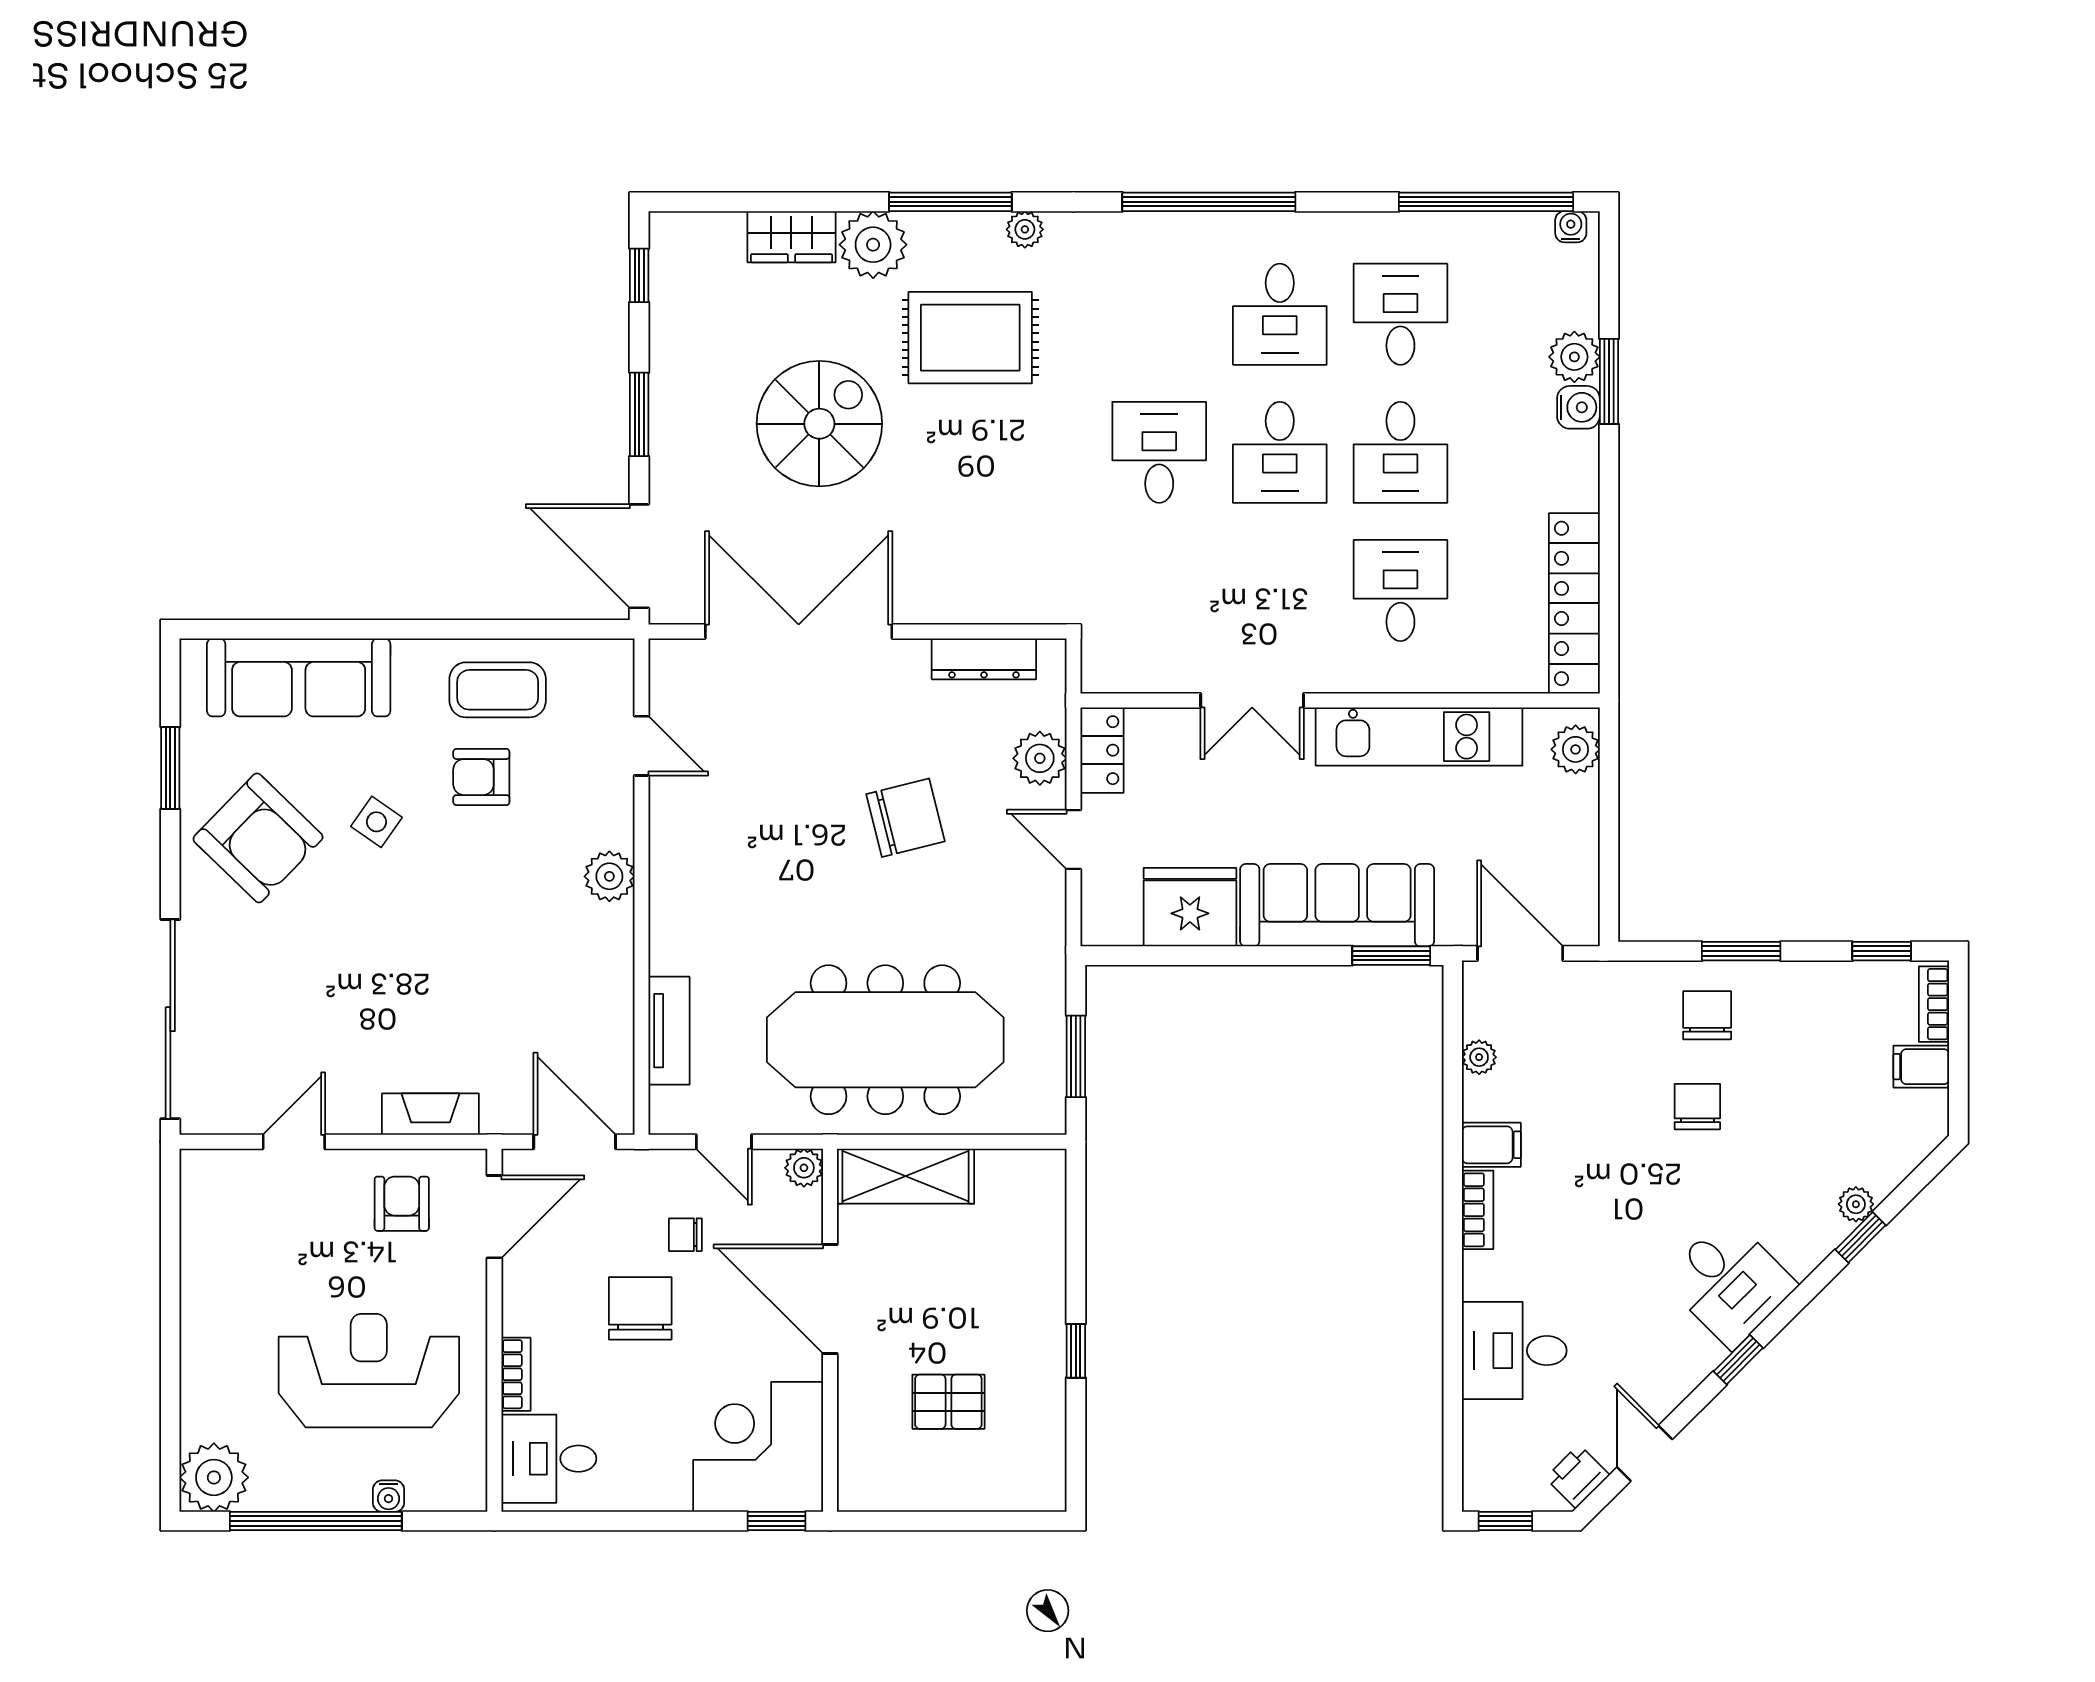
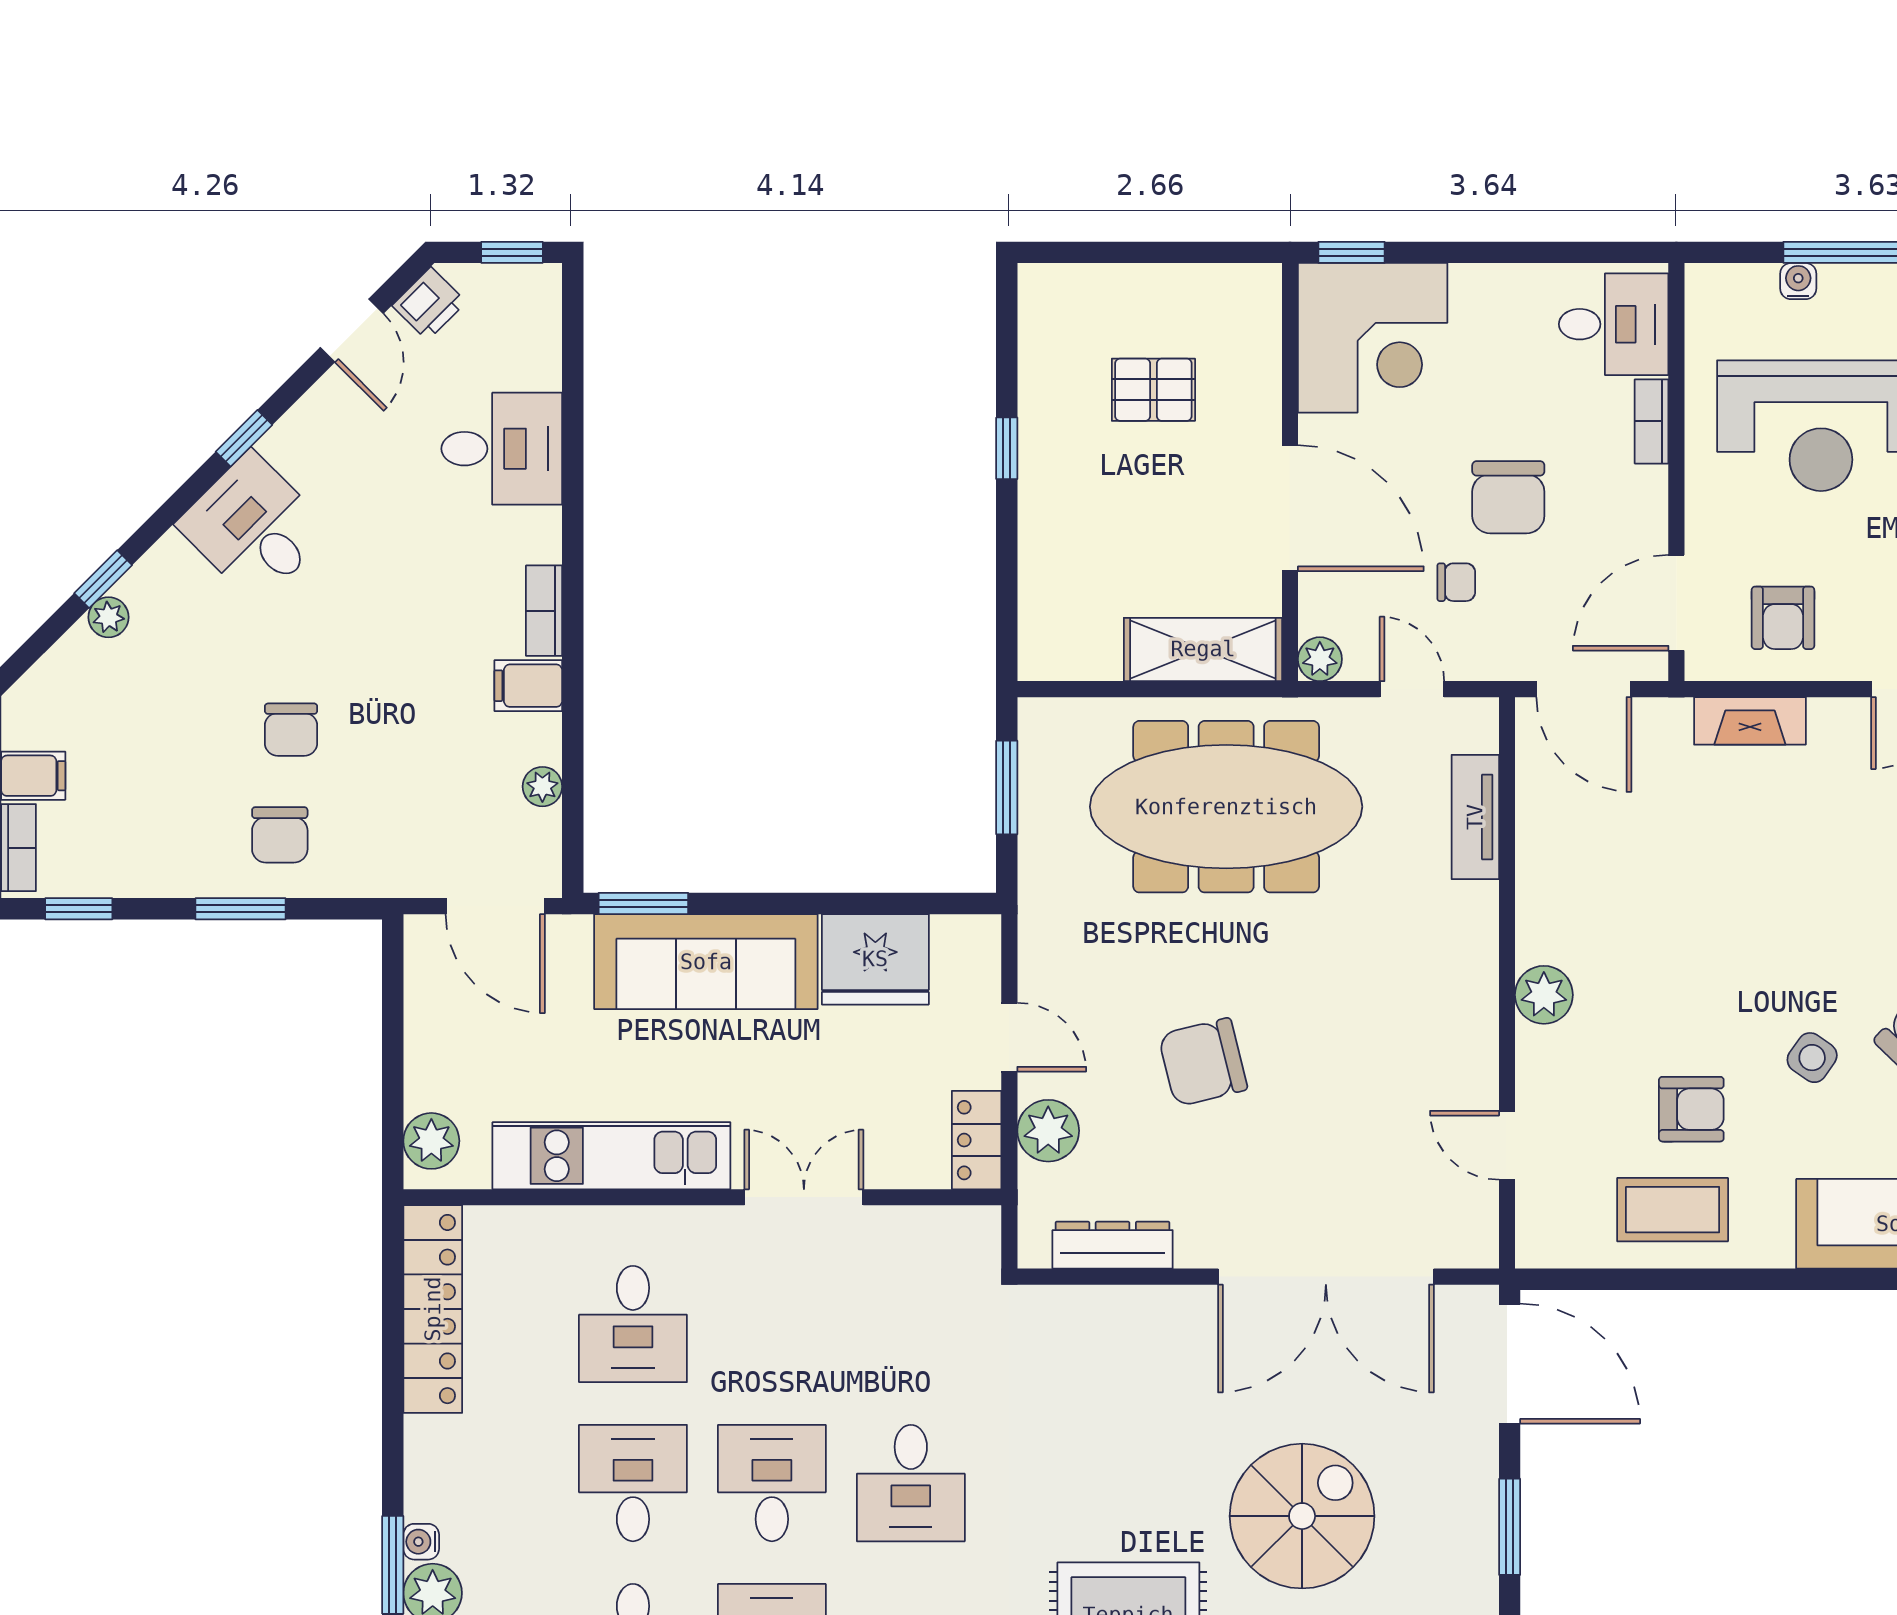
water cooler: (1578, 407) -> (421, 1542), width x0.72, depth x0.72
spiral stairs: (819, 424) -> (1302, 1516), turned 180

